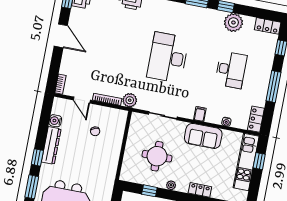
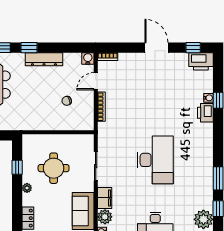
door: (61, 36) -> (156, 48), swing flipped
desk: (168, 58) -> (155, 160), turned 90
plant: (130, 100) -> (105, 217), moved
filing cabinet: (200, 114) -> (105, 198), width x2.00
water cooler: (55, 121) -> (88, 59), moved

